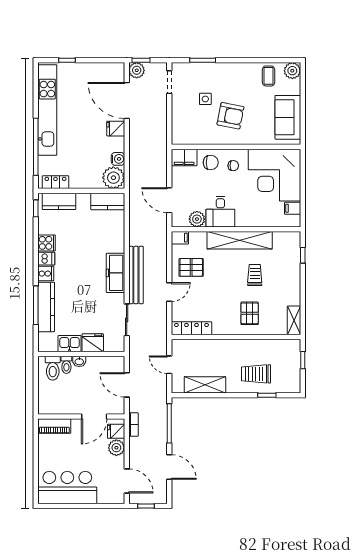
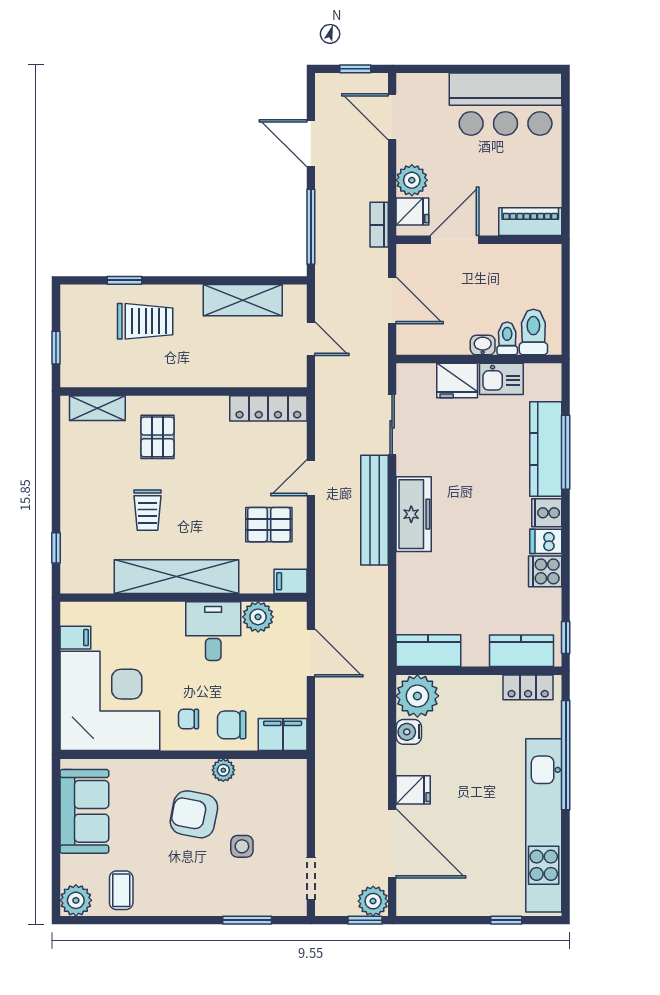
plant: (215, 139) -> (223, 770), added
shelving: (294, 320) -> (97, 408), moved, turned 90

